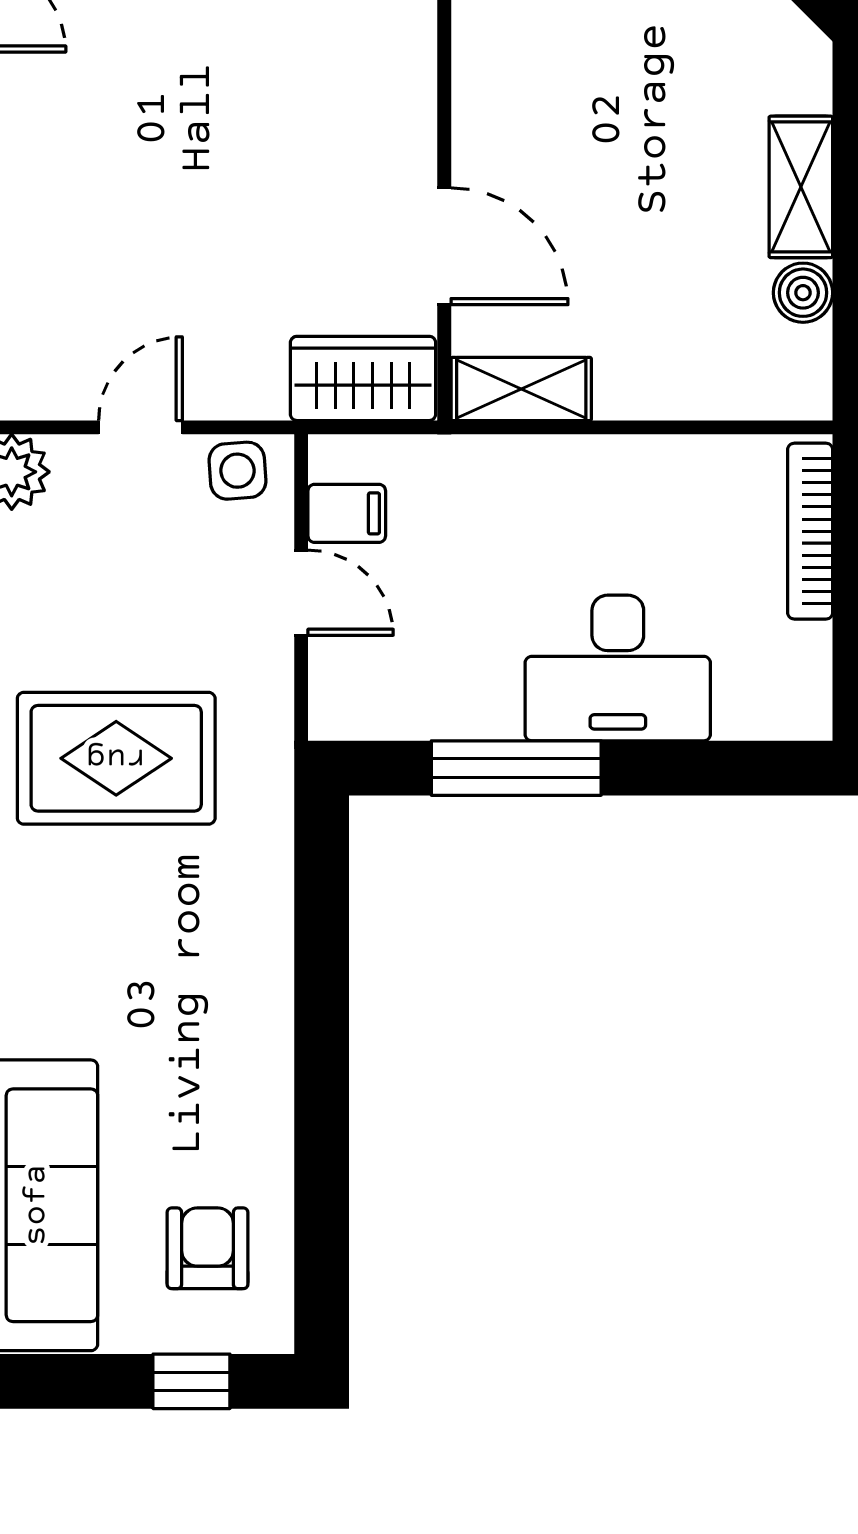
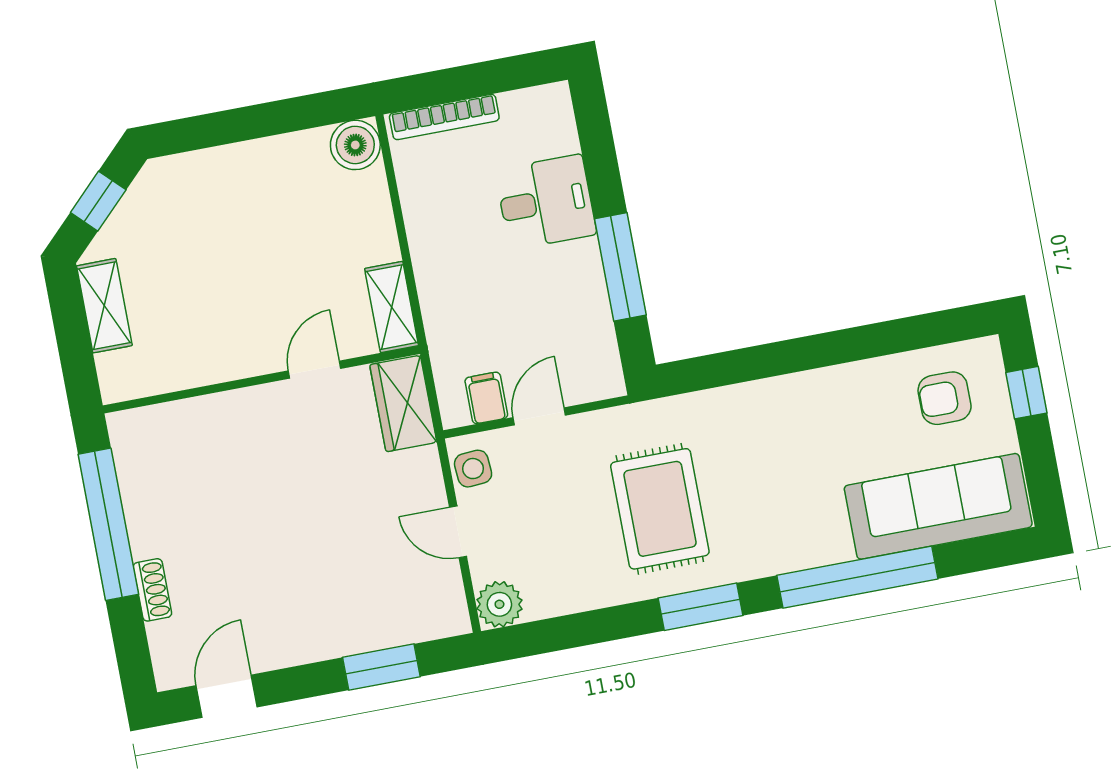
shelving: (801, 187) -> (238, 162), removed
door: (444, 246) -> (314, 370), width x0.73
boiler: (803, 293) -> (355, 145), moved, width x1.36, depth x1.36
desk: (618, 668) -> (546, 202), width x0.73

